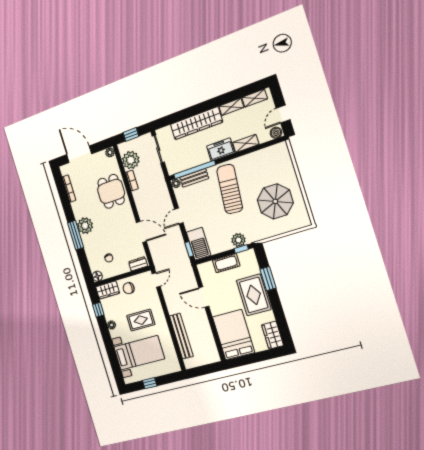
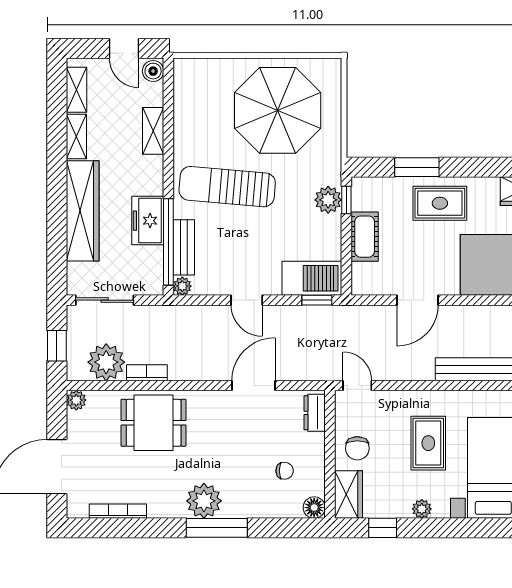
freezer: (221, 149) -> (148, 221), moved
parasol: (275, 201) -> (278, 110), width x1.36, depth x1.36
rug: (254, 295) -> (440, 203), width x0.73, depth x0.70

